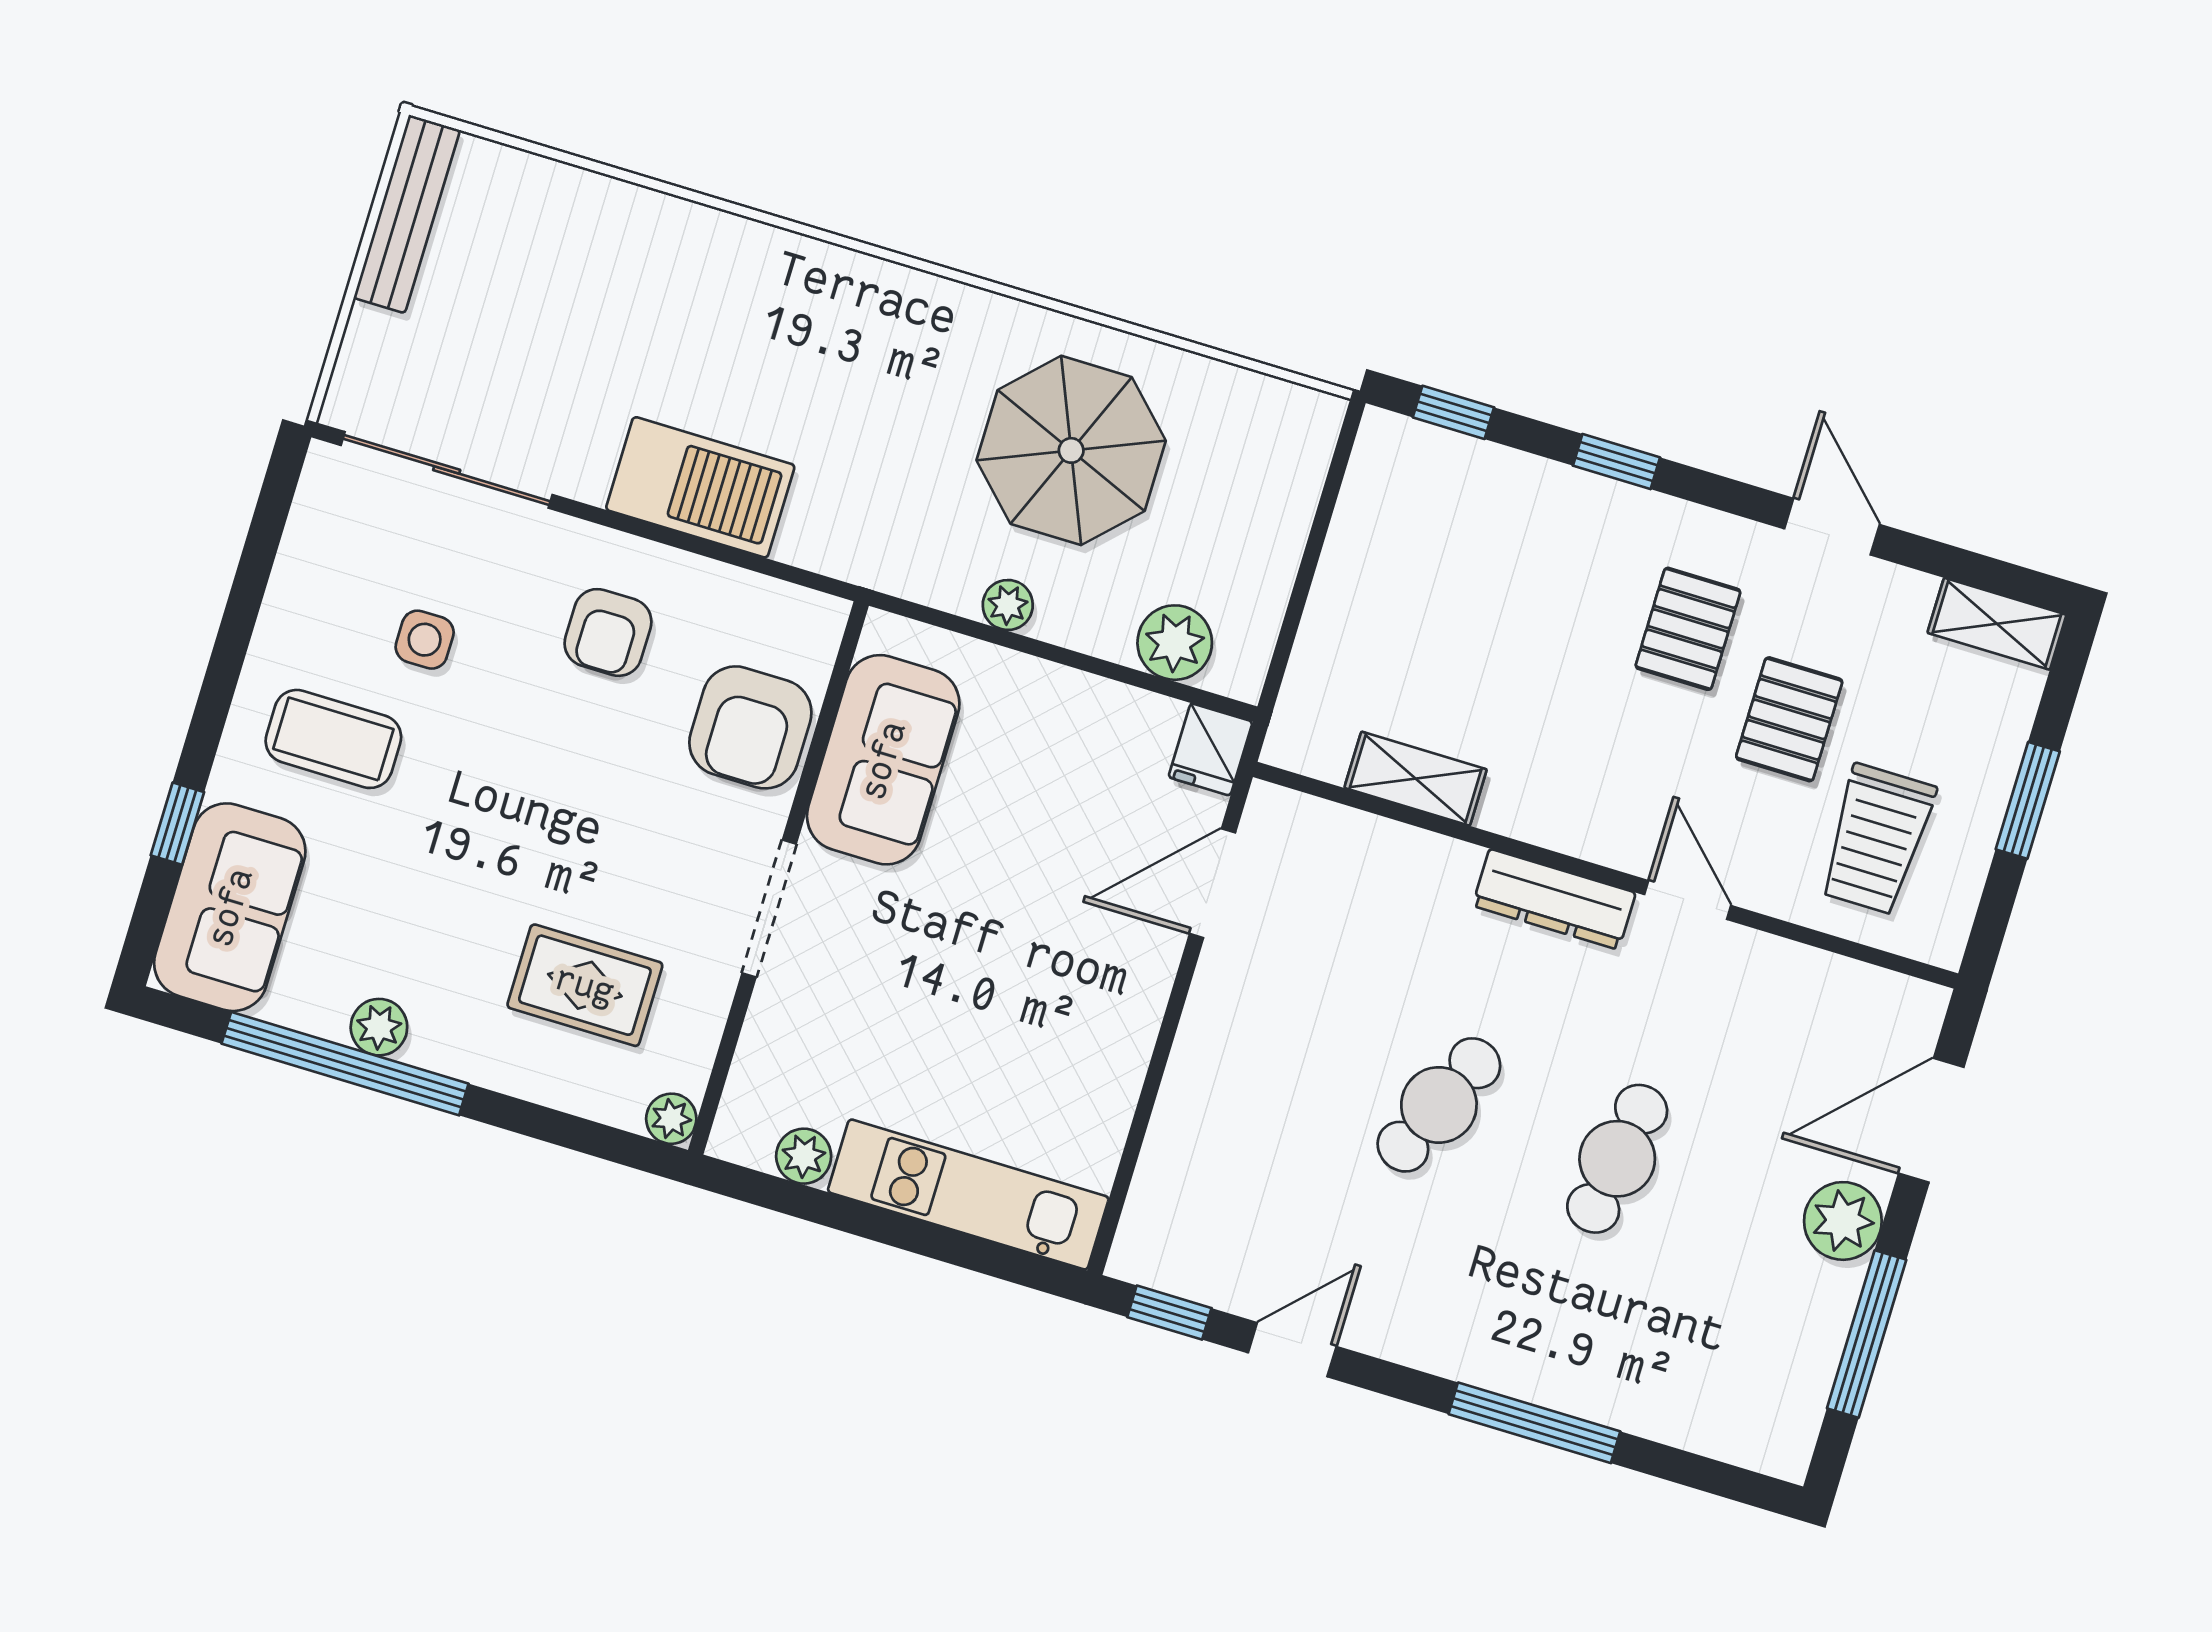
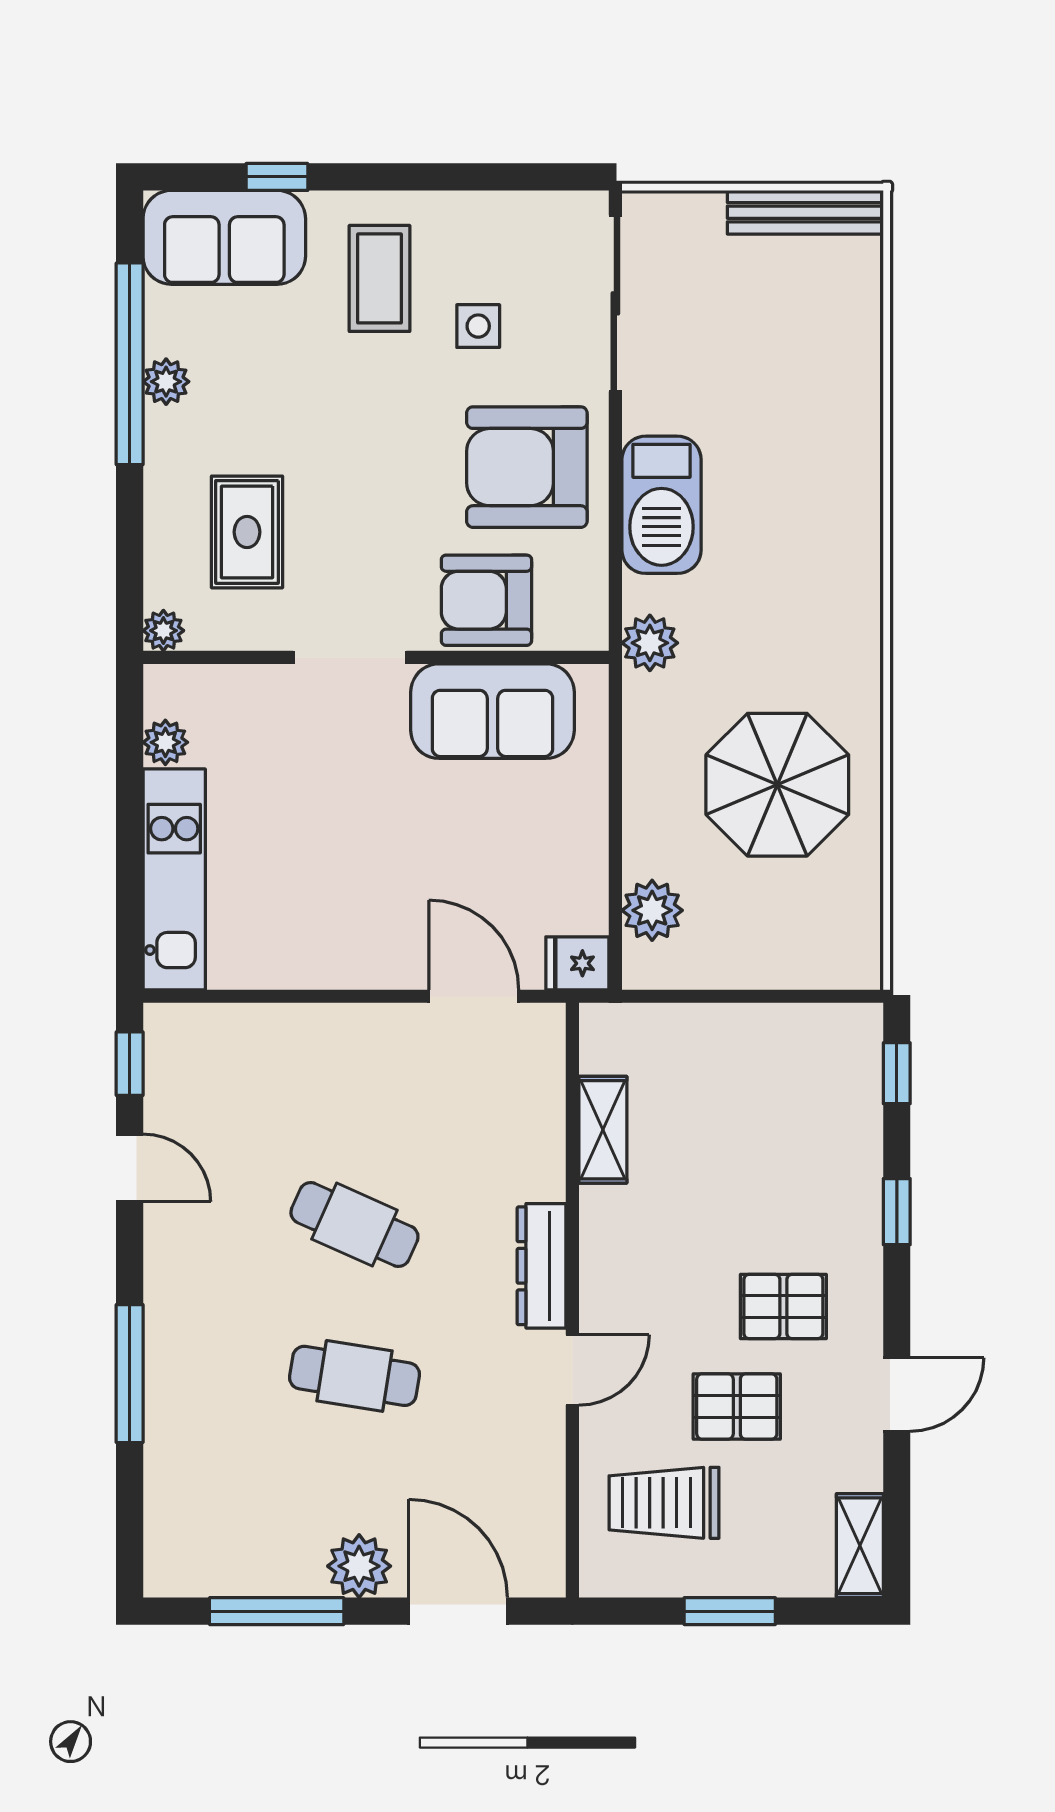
plant: (1008, 605) -> (650, 643), moved, width x1.38, depth x1.38
armchair: (608, 632) -> (527, 467), width x1.88, depth x1.88

